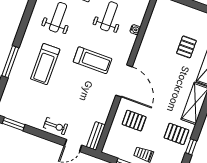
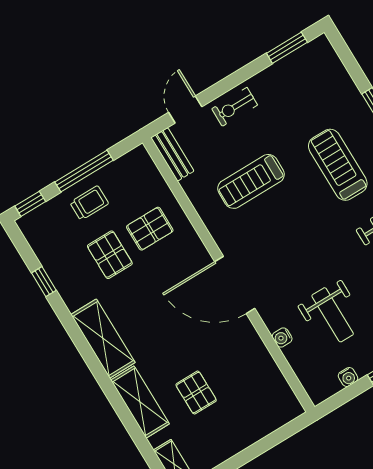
treadmill: (93, 60) -> (251, 181), moved
door: (124, 81) -> (235, 285), moved
pallet: (176, 134) -> (110, 255), moved, turned 90

